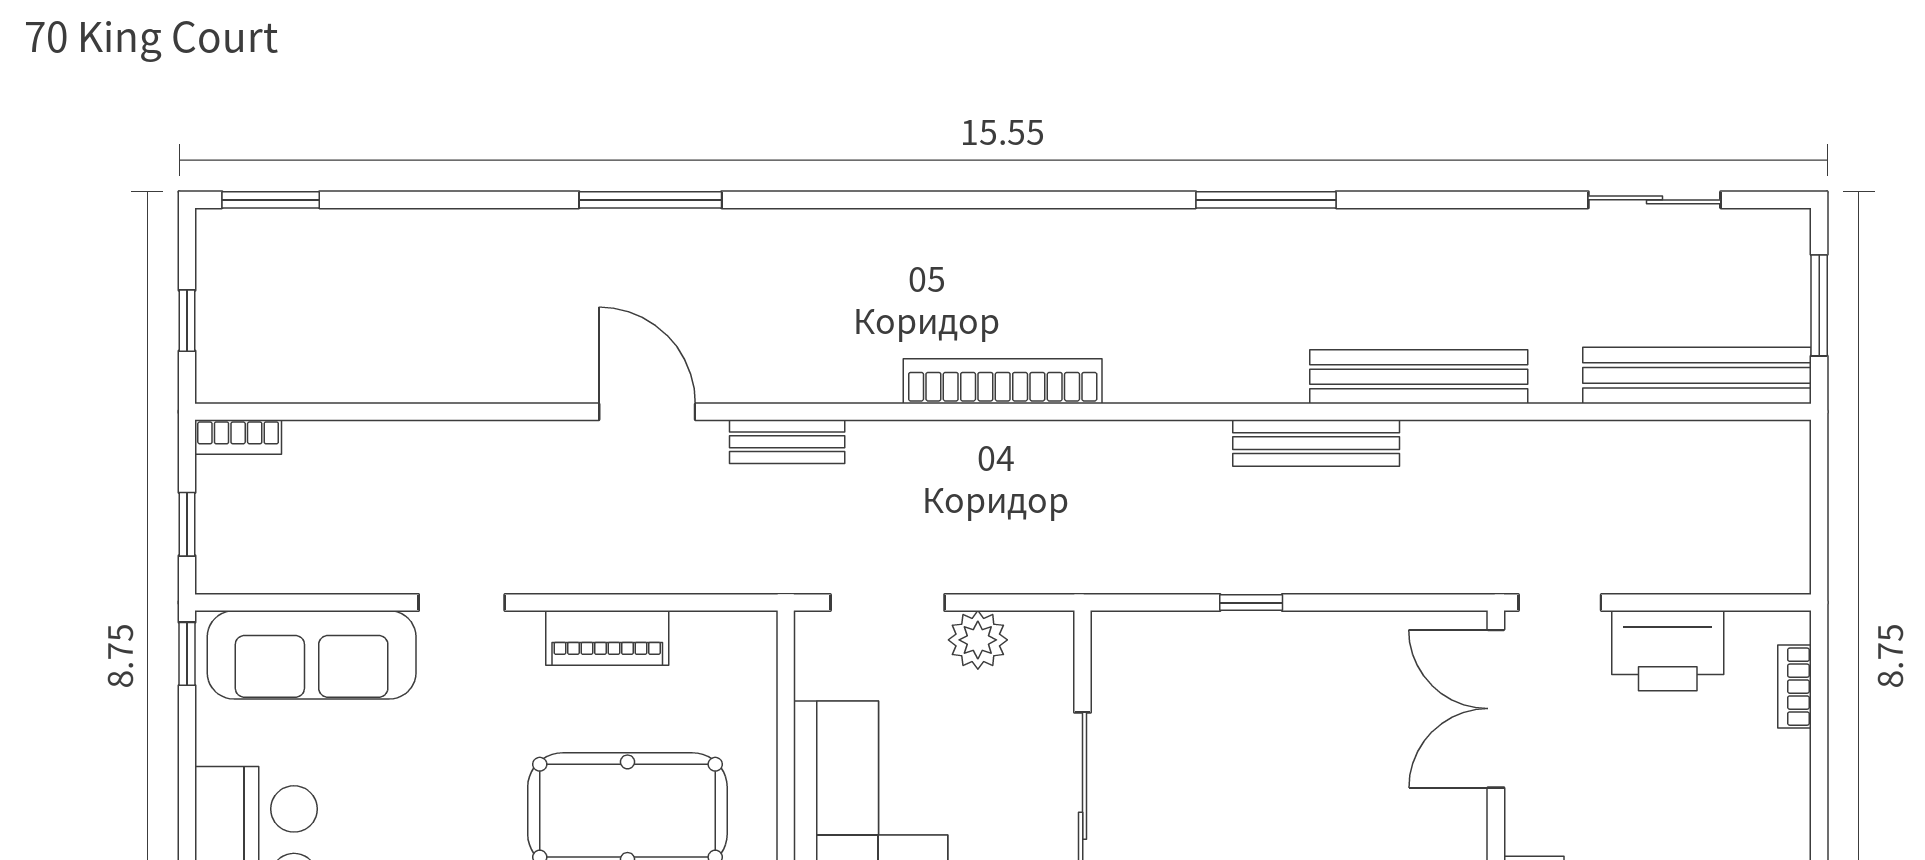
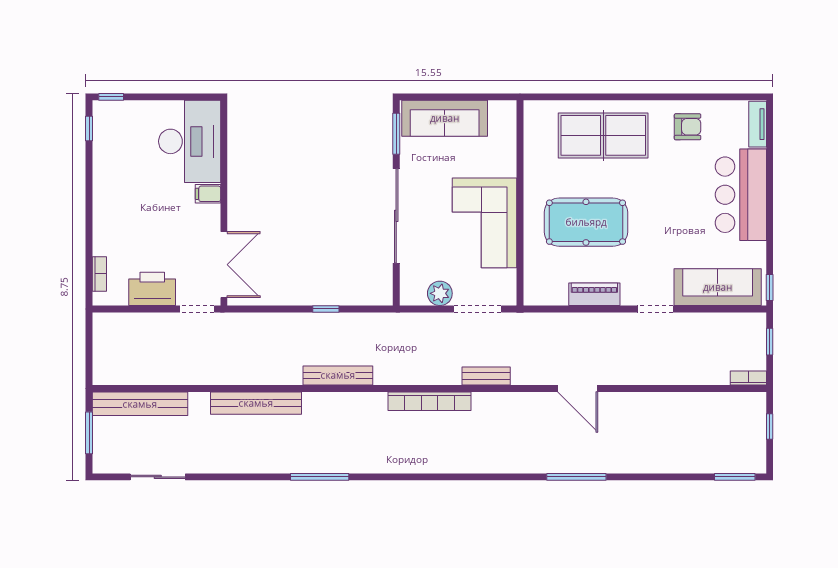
bench: (787, 442) -> (486, 376), moved
bench: (1316, 443) -> (338, 375), moved

